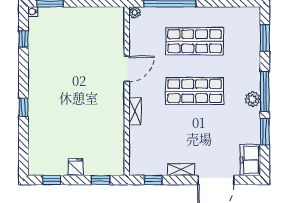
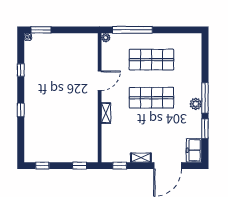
window: (265, 38) -> (205, 57), removed
window: (23, 39) -> (21, 70), moved
fridge: (76, 167) -> (61, 156), removed

